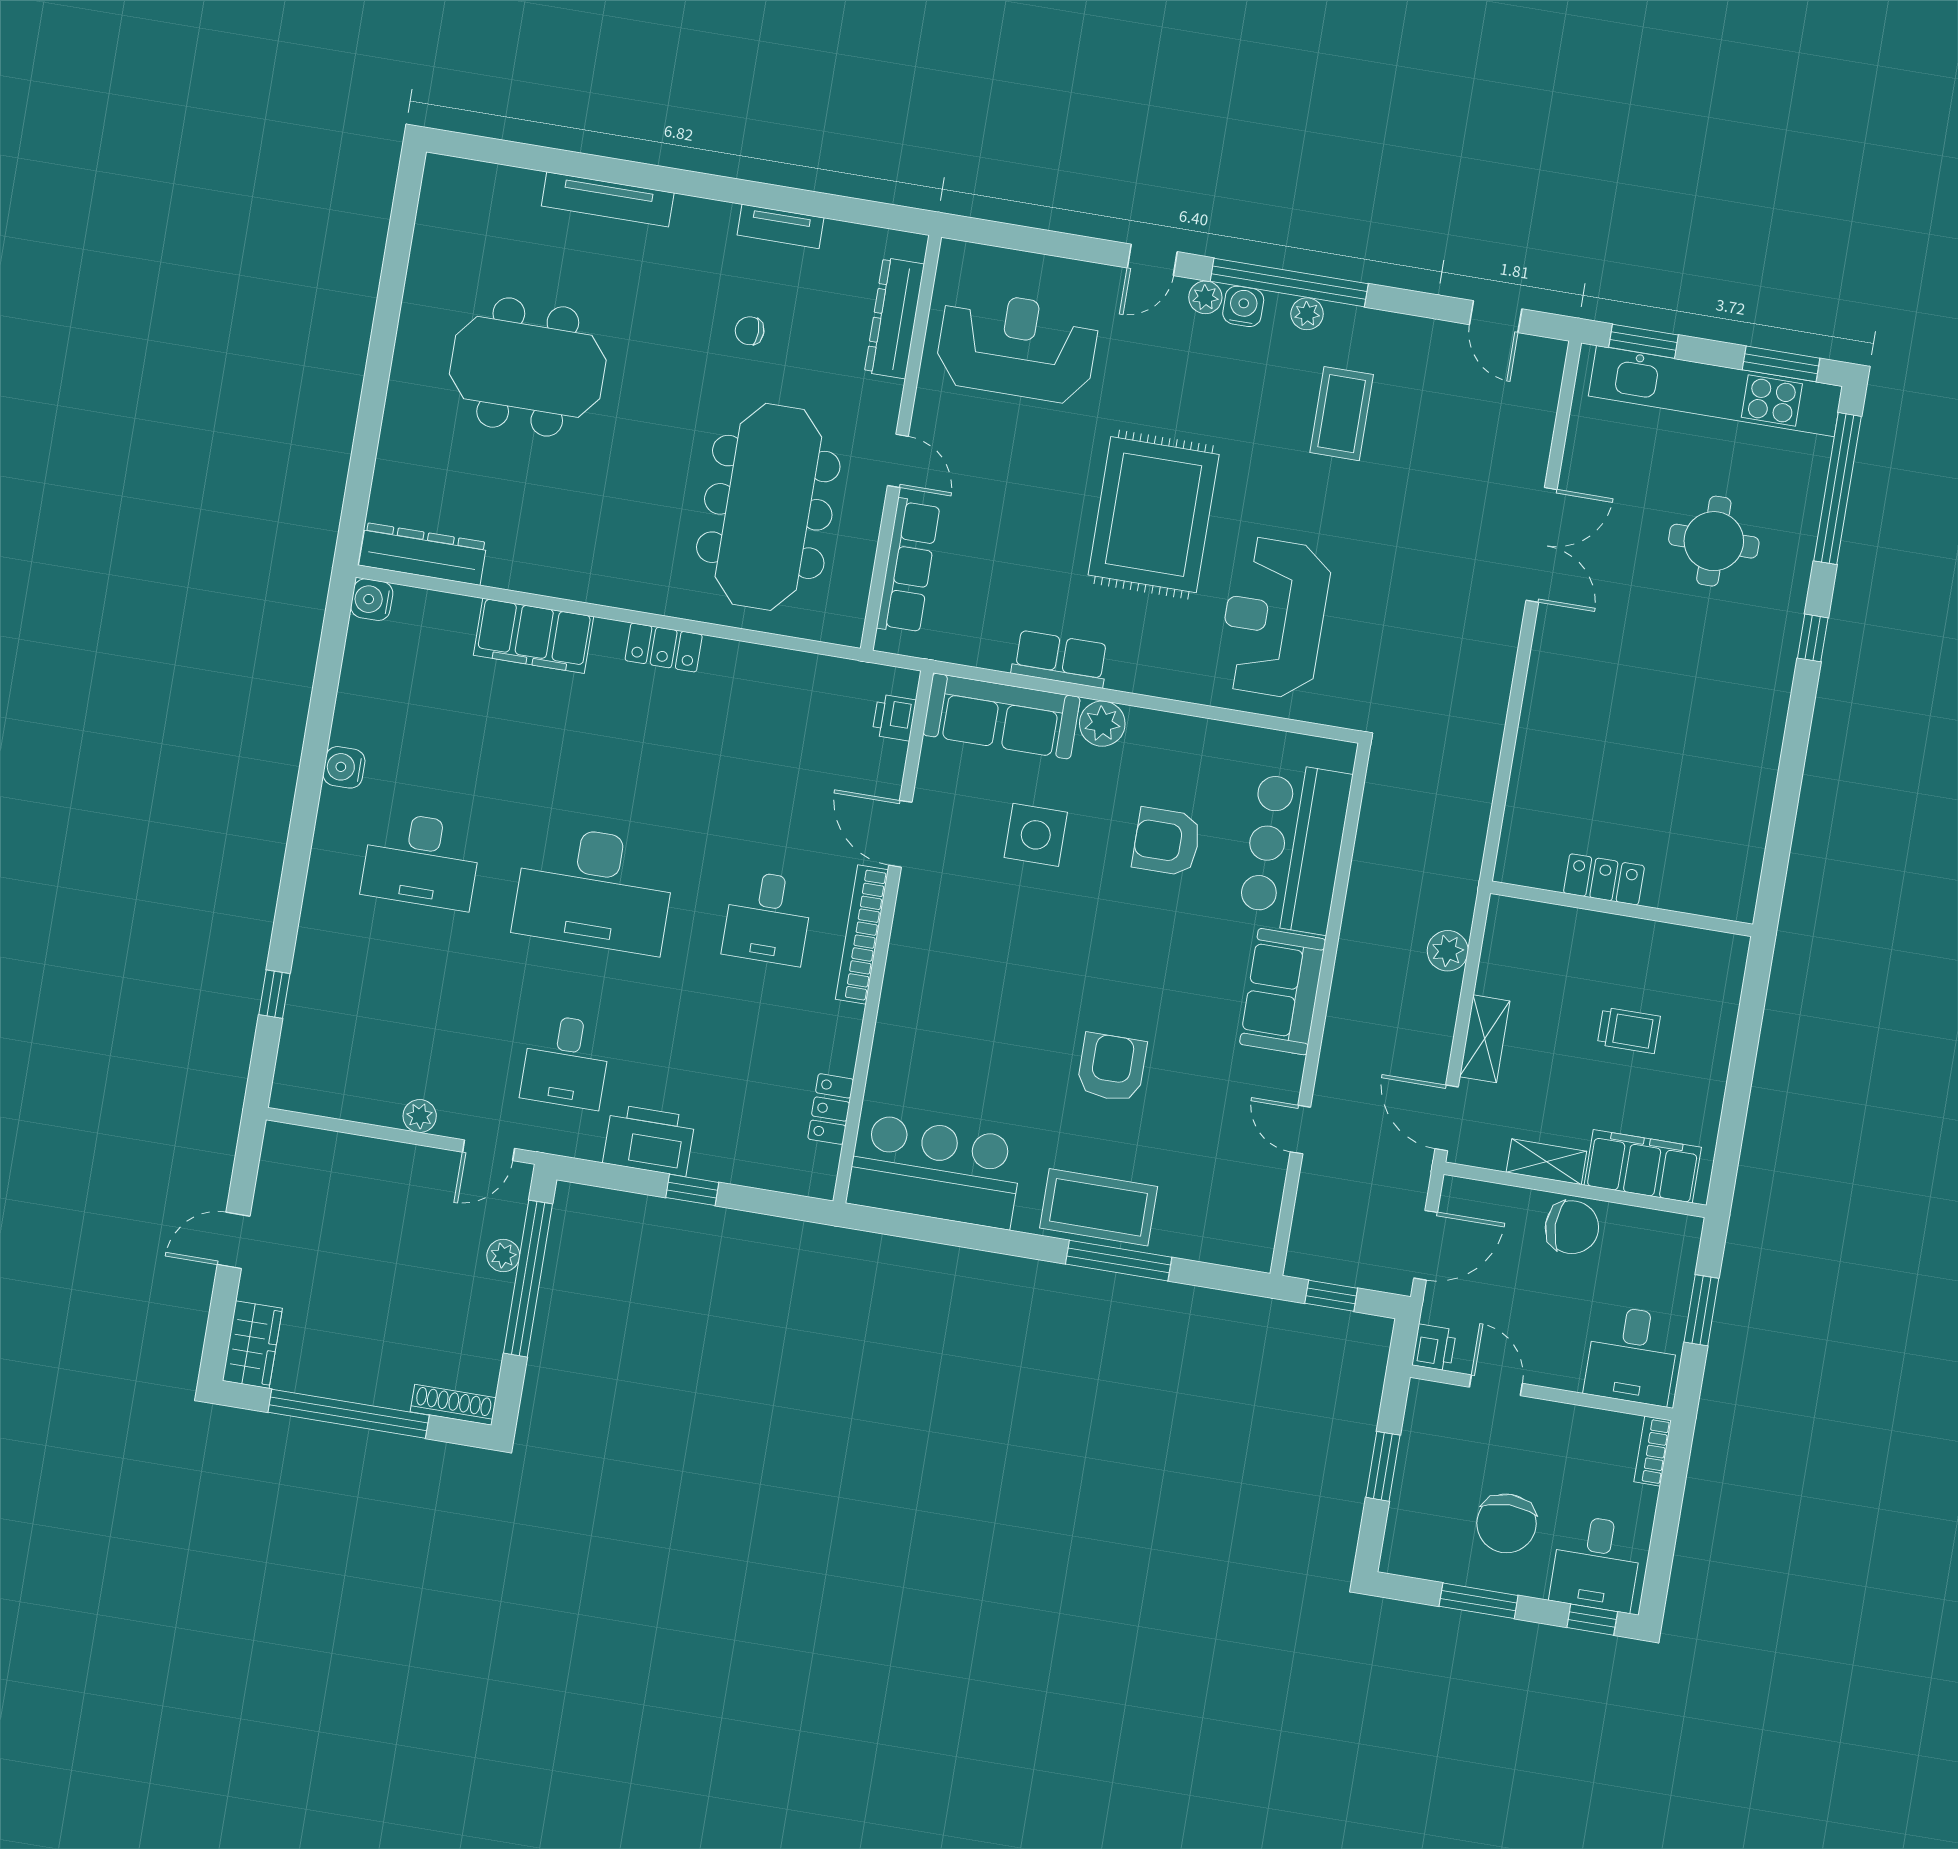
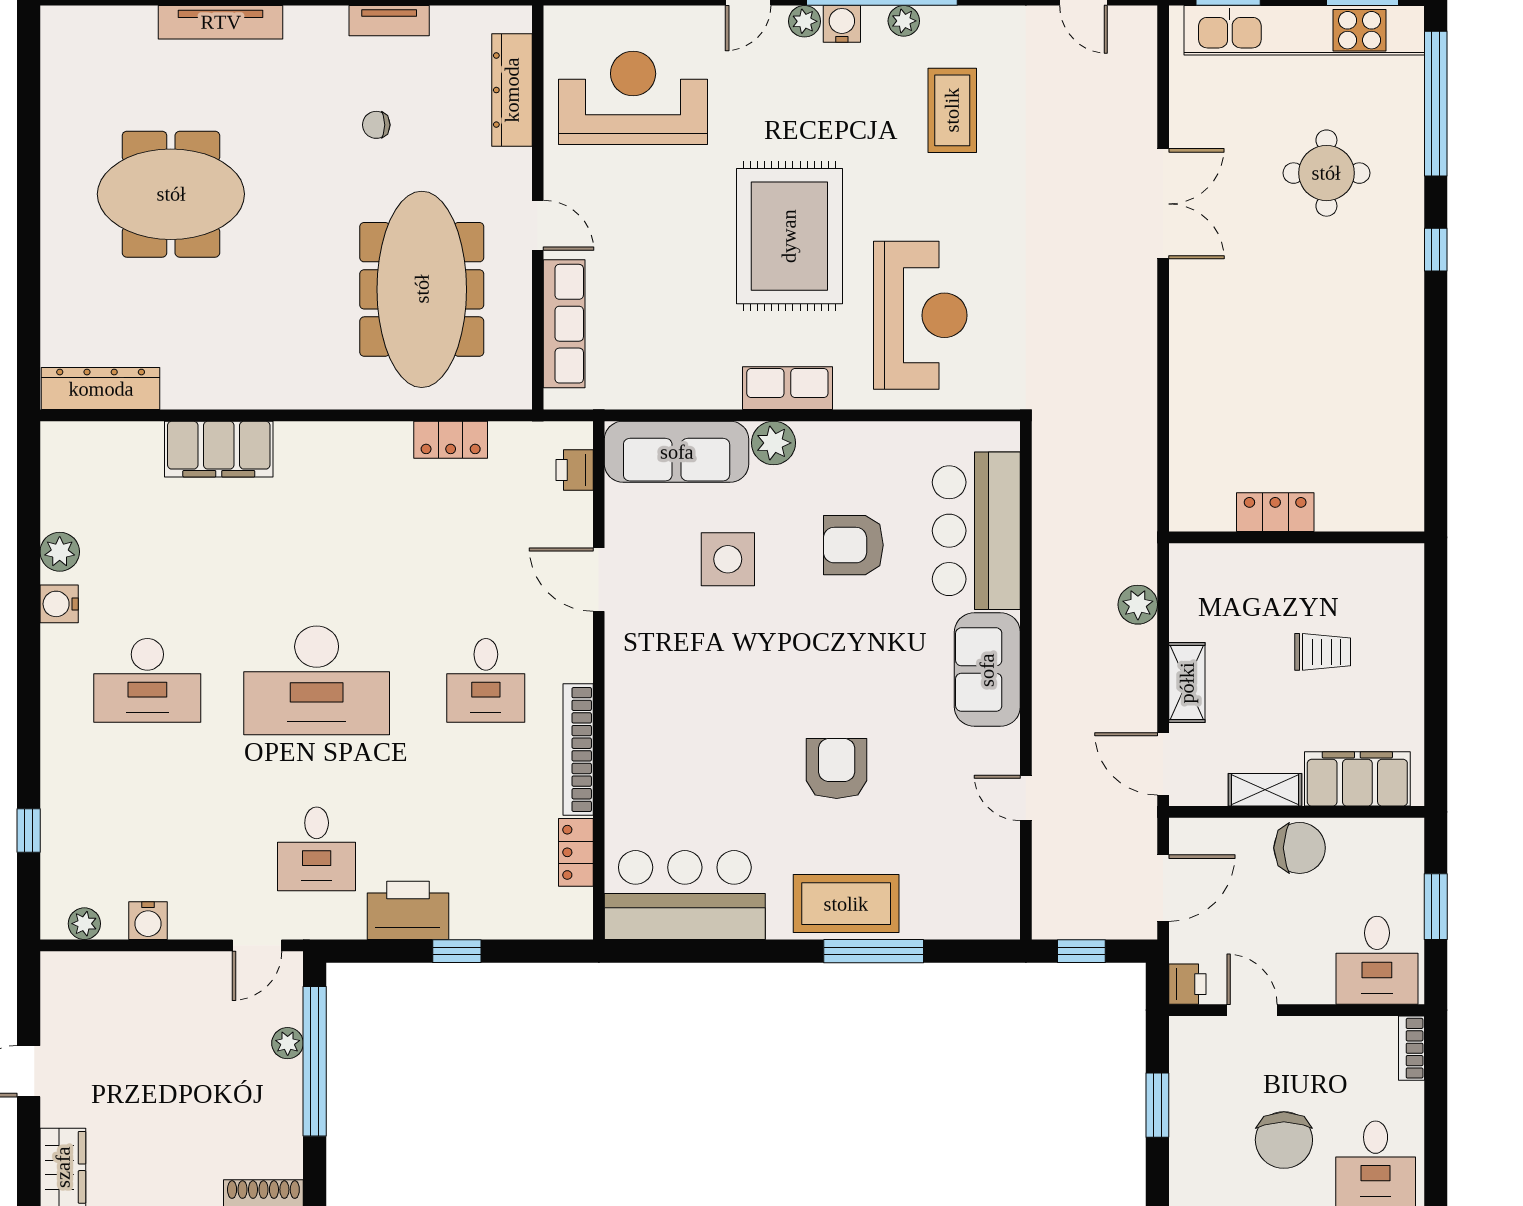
water cooler: (372, 600) -> (148, 921), moved, turned -90
reception desk: (1274, 618) -> (920, 315), turned 180
locker: (664, 648) -> (451, 440), moved
row of seats: (1060, 659) -> (787, 388), moved
plant: (353, 714) -> (60, 552), added
bookcase: (862, 934) -> (578, 750), moved
plant: (420, 1116) -> (84, 924), moved

